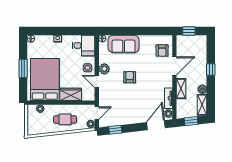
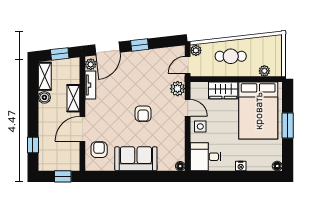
sofa: (124, 44) -> (136, 159), moved
plant: (104, 69) -> (178, 89), moved
window: (211, 70) -> (33, 145), moved
window: (115, 130) -> (140, 45), moved

